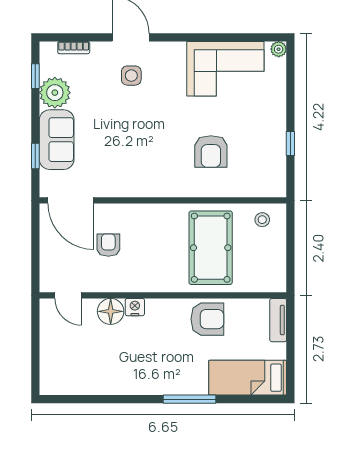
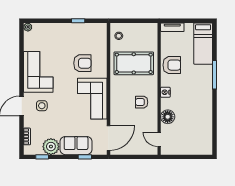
corner sofa: (225, 69) -> (38, 72), moved
corner sofa: (145, 170) -> (92, 99), added
armchair: (108, 245) -> (142, 102), moved
door: (68, 295) -> (159, 139), swing flipped
nightstand: (135, 307) -> (165, 92), moved
armchair: (207, 319) -> (172, 65), turned 90

